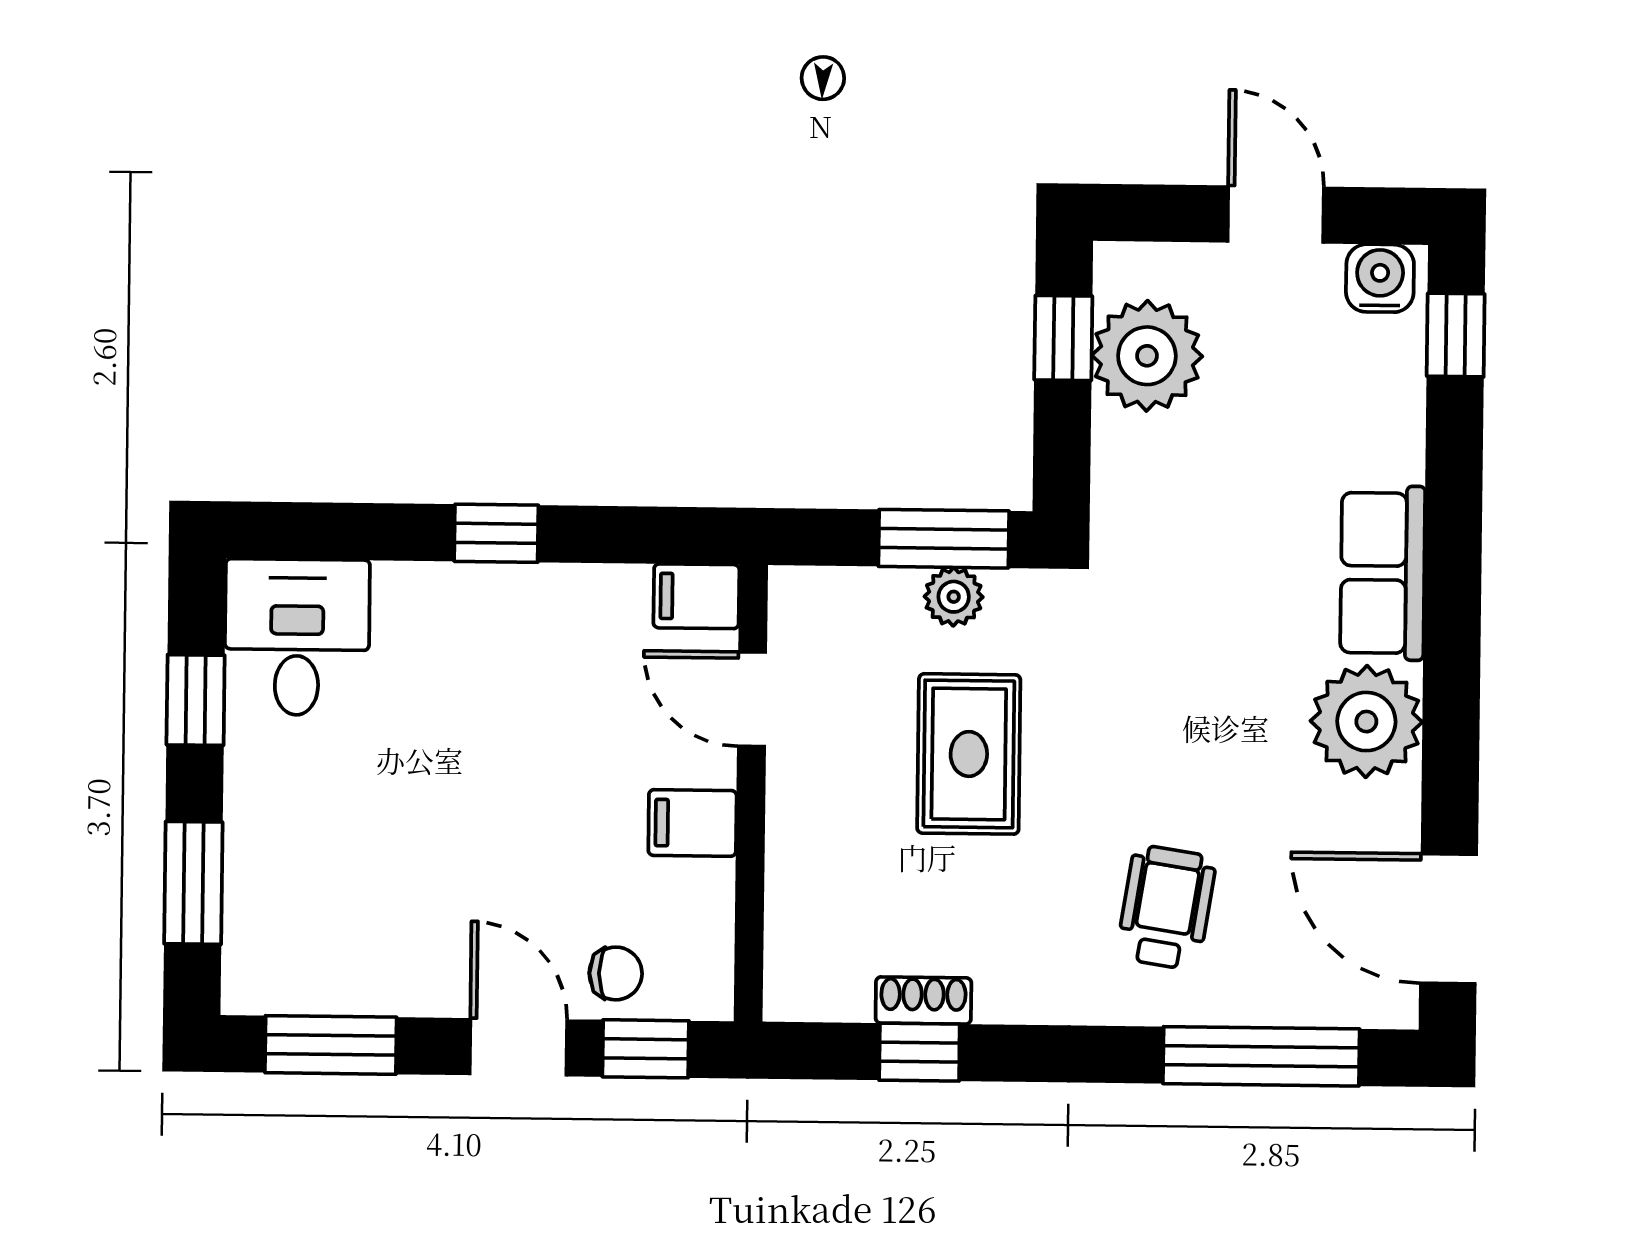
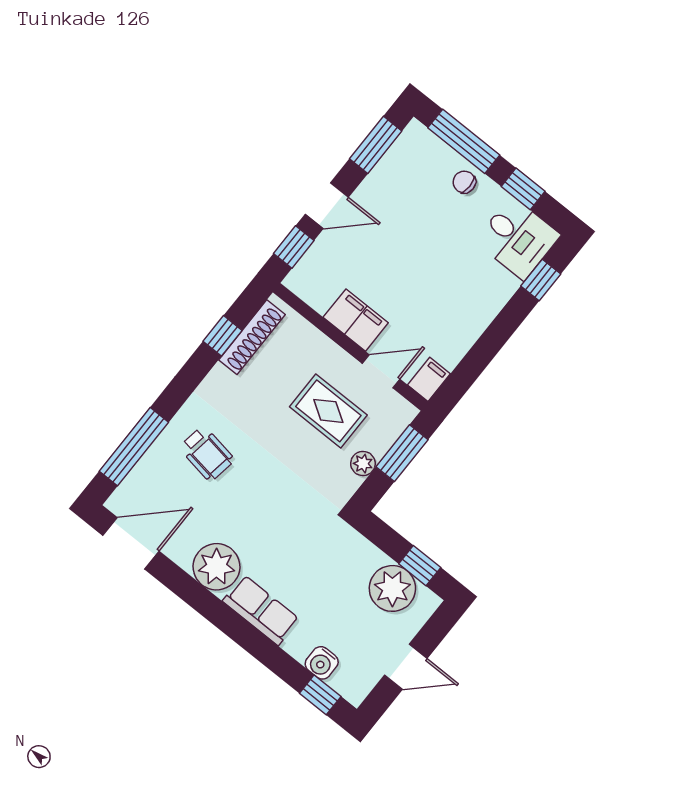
water cooler: (1380, 278) -> (322, 663), moved, turned 90
window: (496, 533) -> (541, 280), moved
window: (944, 539) -> (402, 453), moved
rug: (969, 754) -> (328, 411), moved
filing cabinet: (692, 823) -> (356, 320), width x2.00
window: (193, 883) -> (464, 141), width x1.44
chair: (616, 973) -> (464, 182), moved, turned 90
shoe rack: (923, 1000) -> (252, 337), width x1.94, depth x1.24

